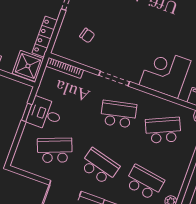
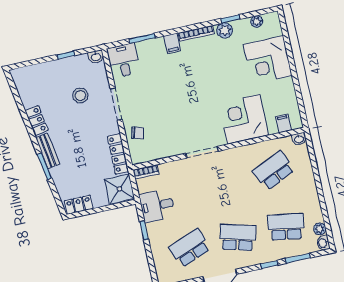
chair: (87, 35) -> (138, 133), moved
bookcase: (65, 68) -> (146, 172), width x0.64
desk: (45, 114) -> (157, 206), moved
school desk: (118, 114) -> (225, 181), removed

